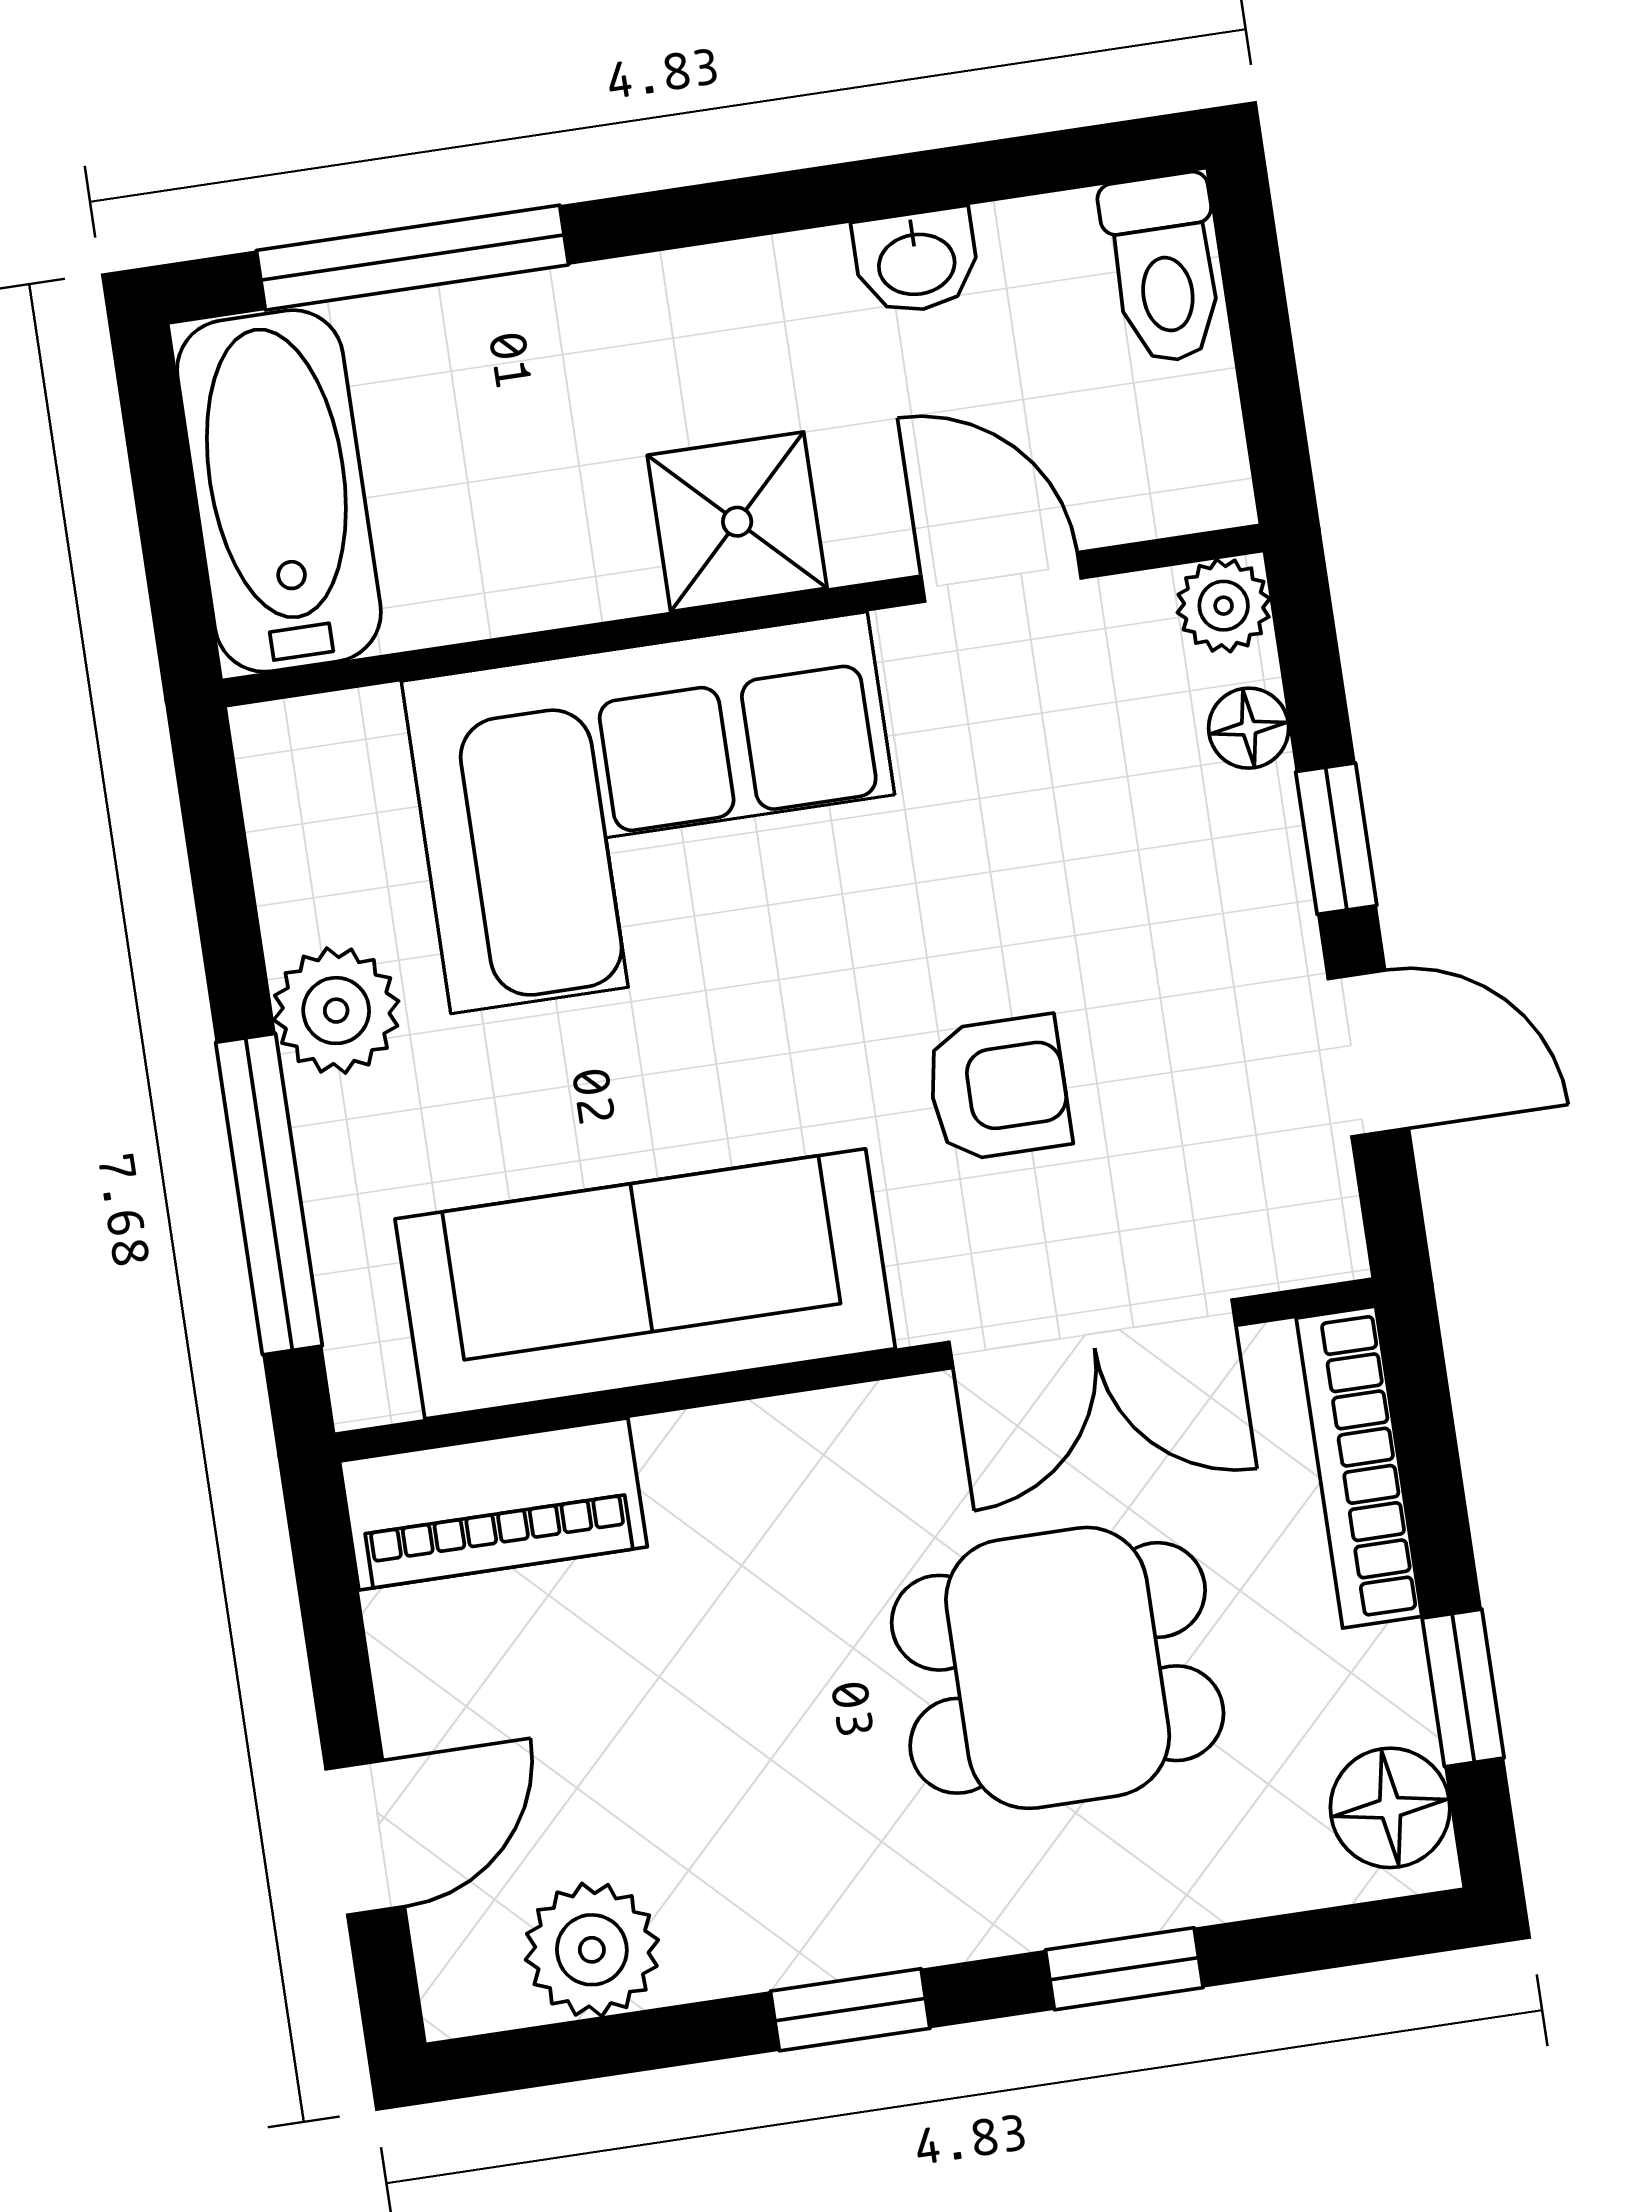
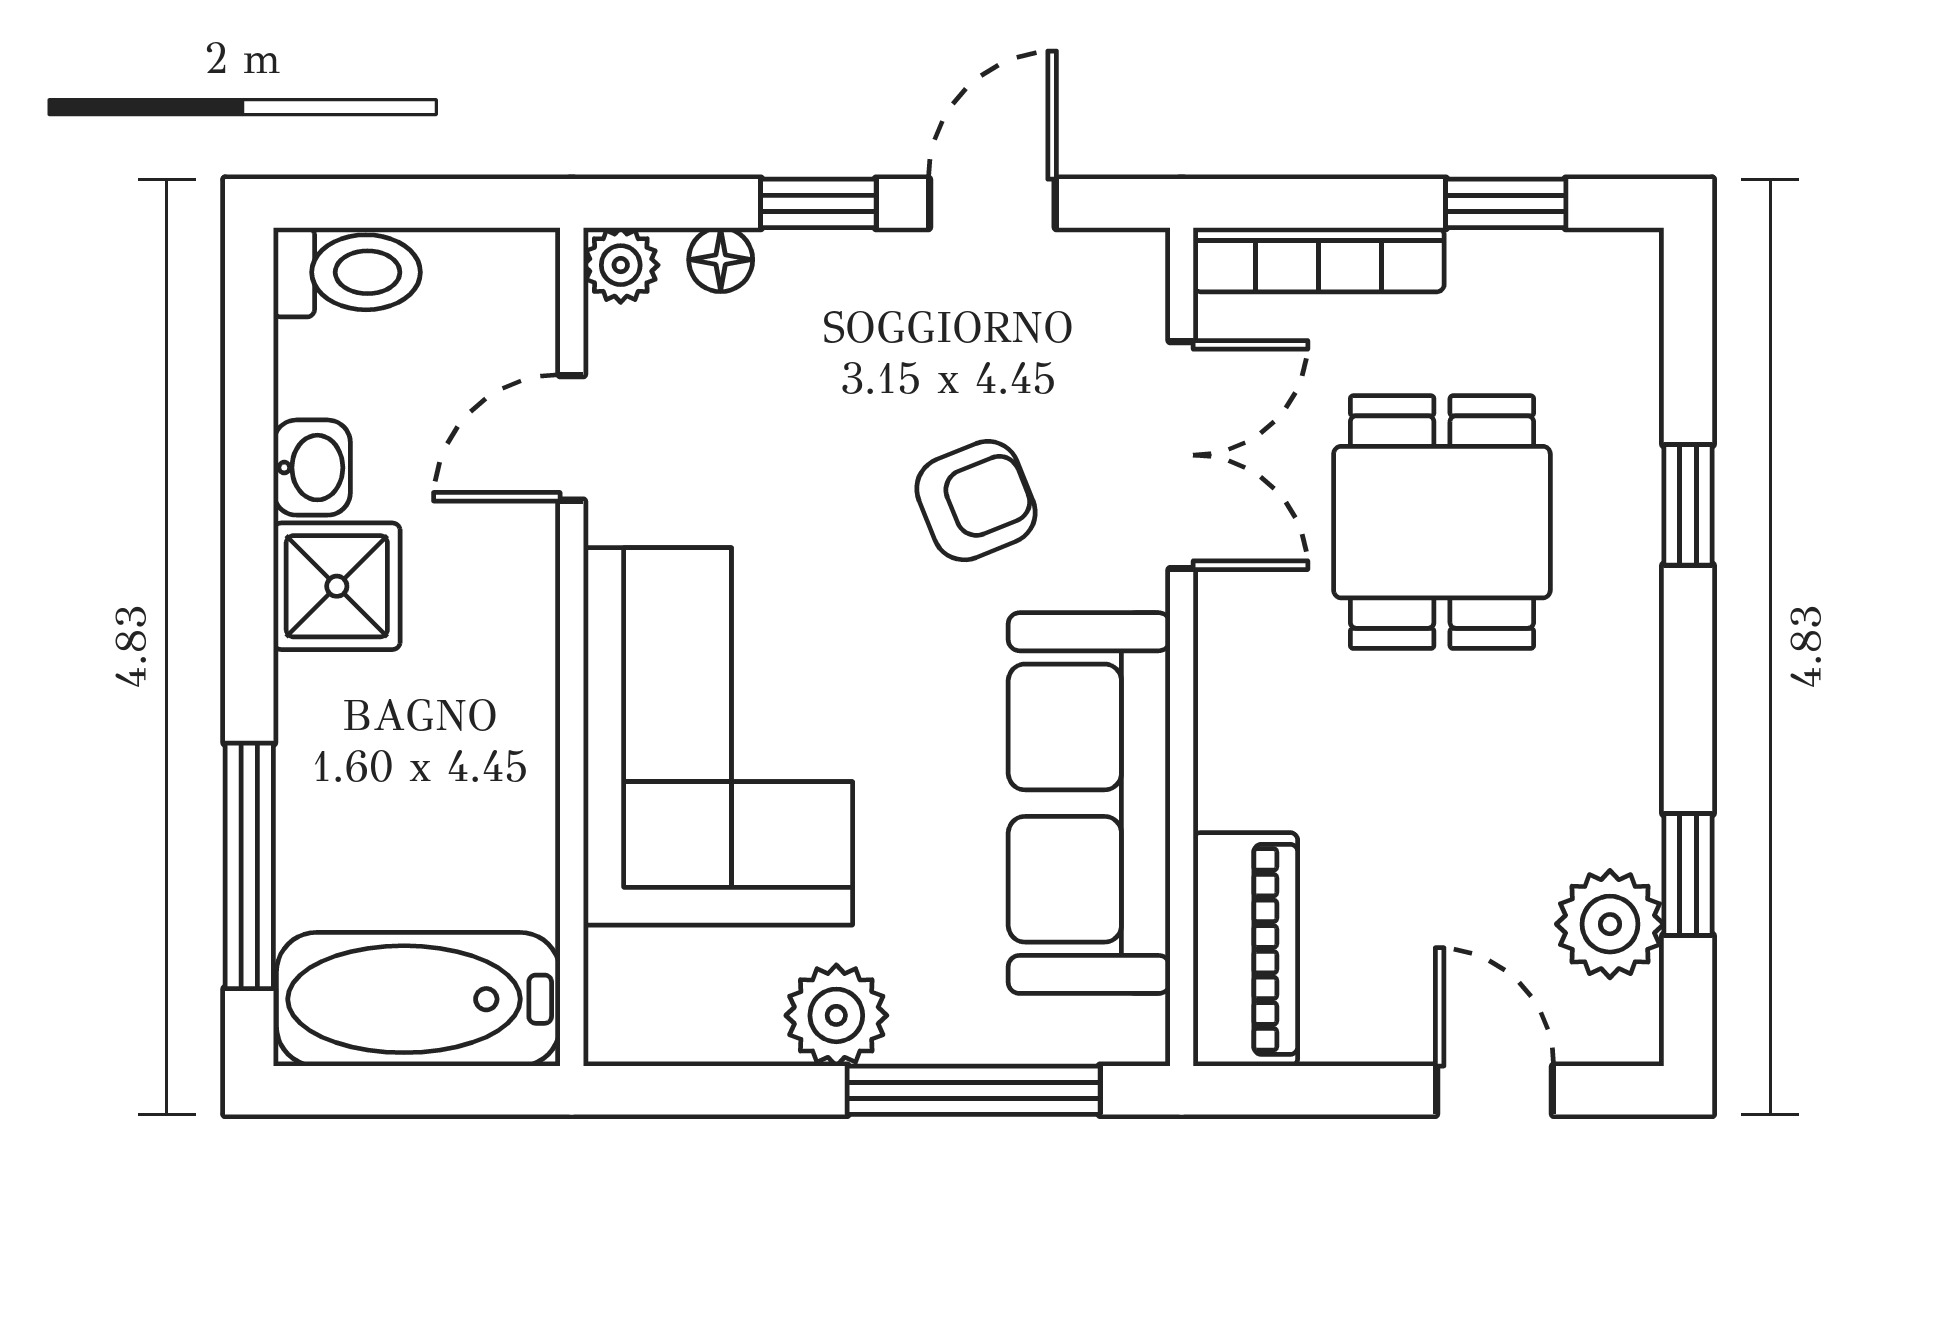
shower: (737, 522) -> (337, 586), moved
armchair: (998, 1088) -> (976, 501), turned 68
floor lamp: (1390, 1808) -> (1592, 275), removed
window: (850, 2010) -> (1688, 875), moved

